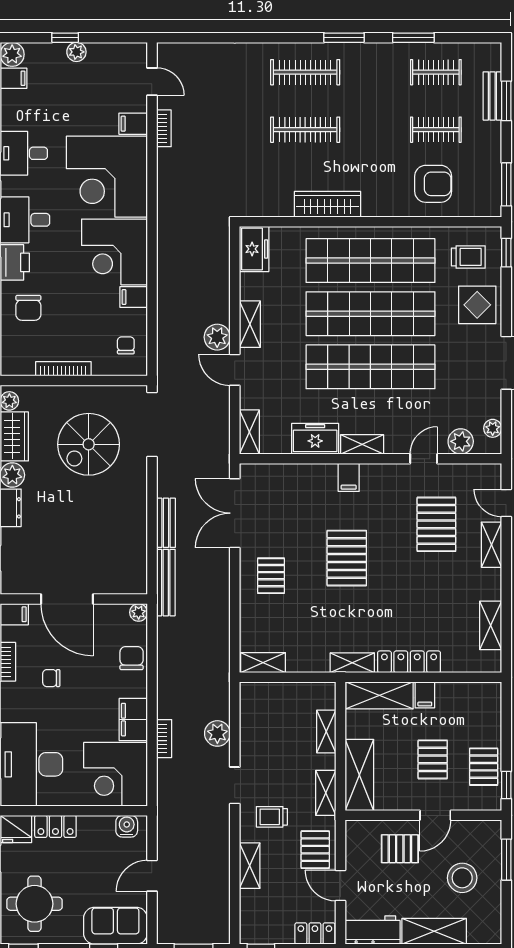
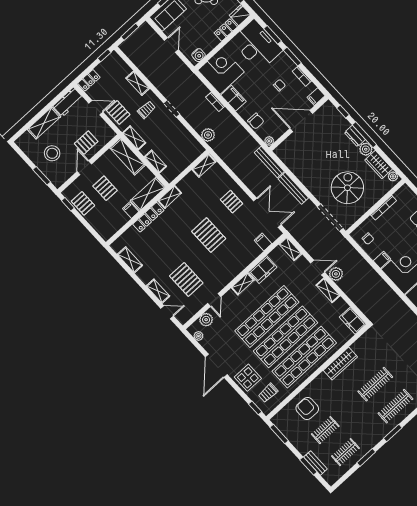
armchair: (433, 184) -> (307, 408), turned 90
filing cabinet: (349, 477) -> (263, 242), moved
bench: (166, 523) -> (293, 188), width x1.36
plant: (217, 733) -> (208, 135), moved

